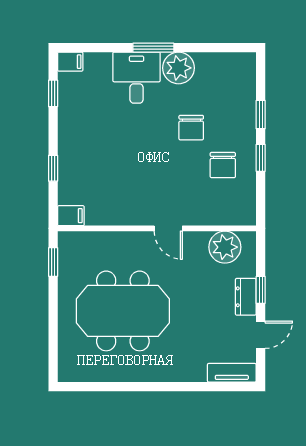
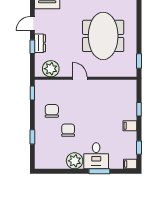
window: (153, 48) -> (99, 171), moved
window: (261, 158) -> (32, 93), moved
filing cabinet: (71, 216) -> (130, 126), moved
meeting table: (123, 311) -> (103, 36), turned 90

